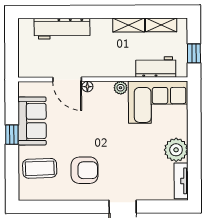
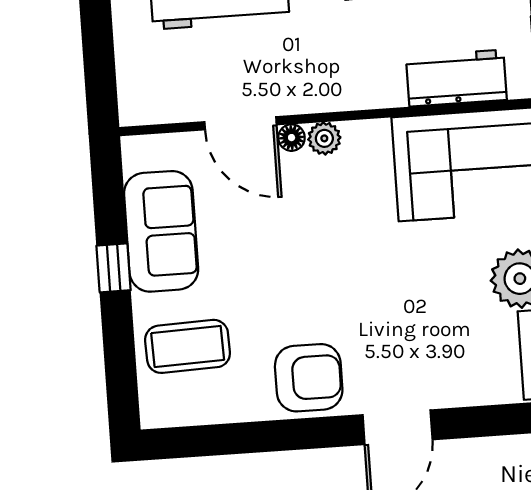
plant: (121, 88) -> (324, 138), moved
armchair: (85, 170) -> (309, 378), moved

